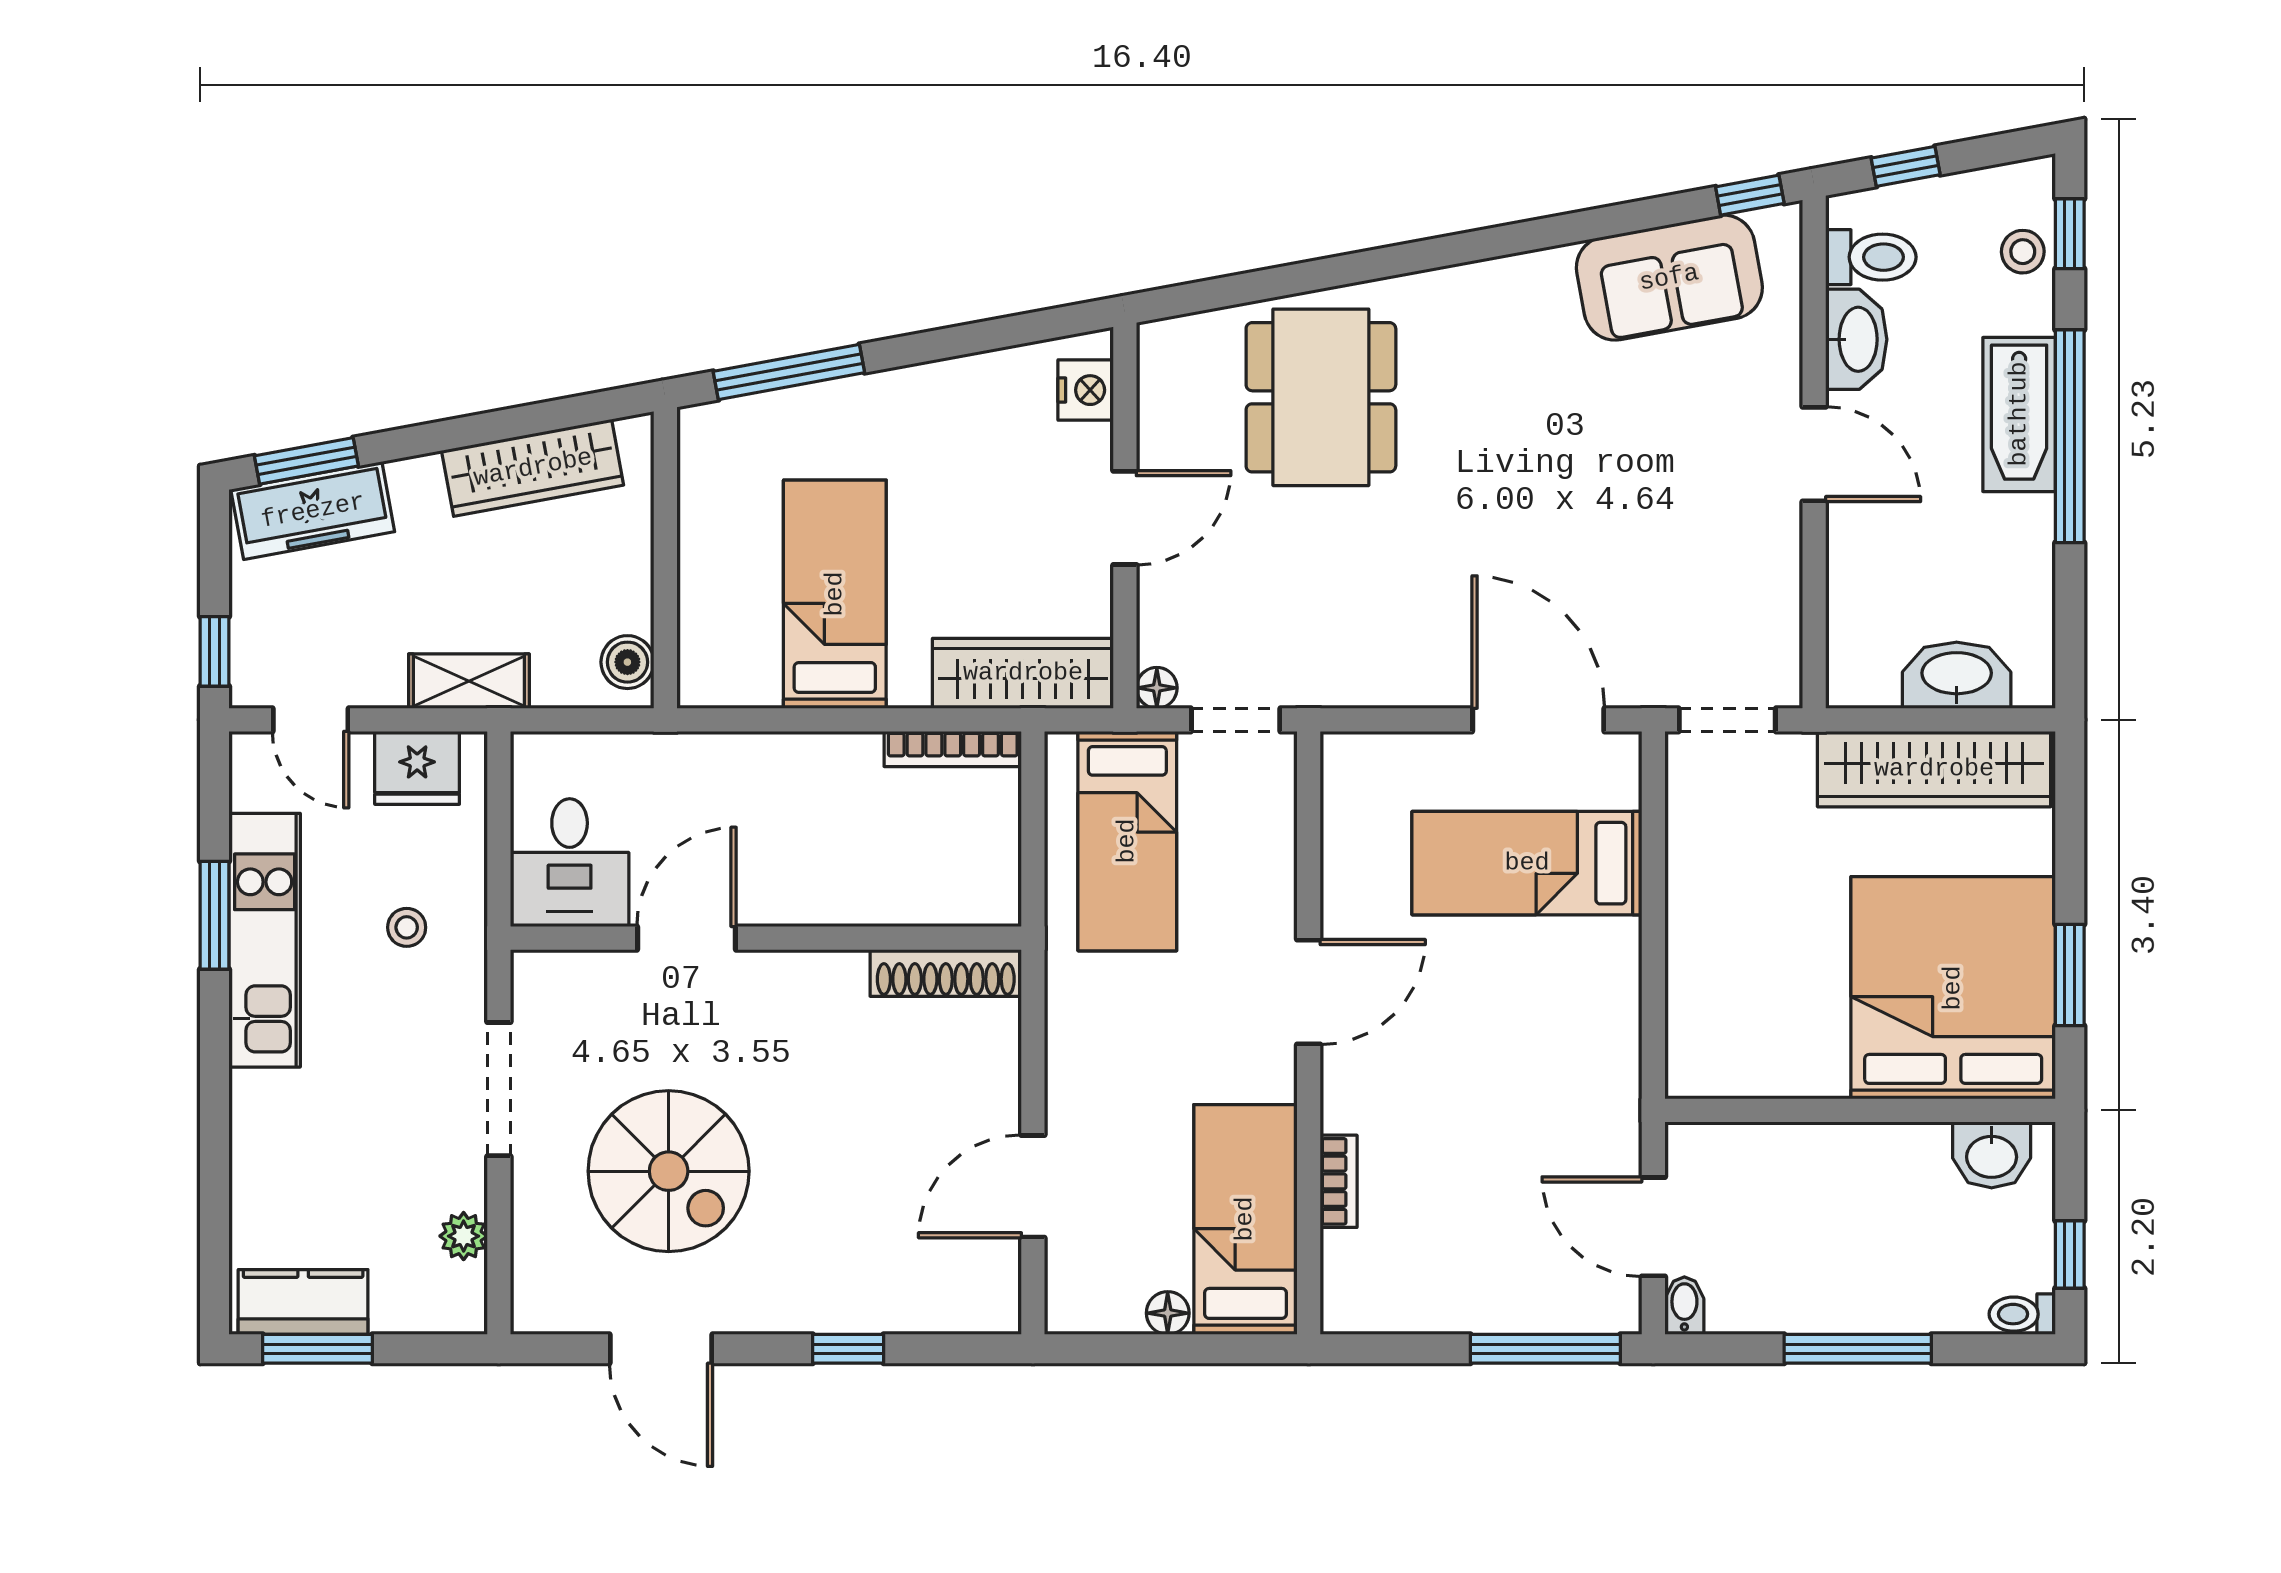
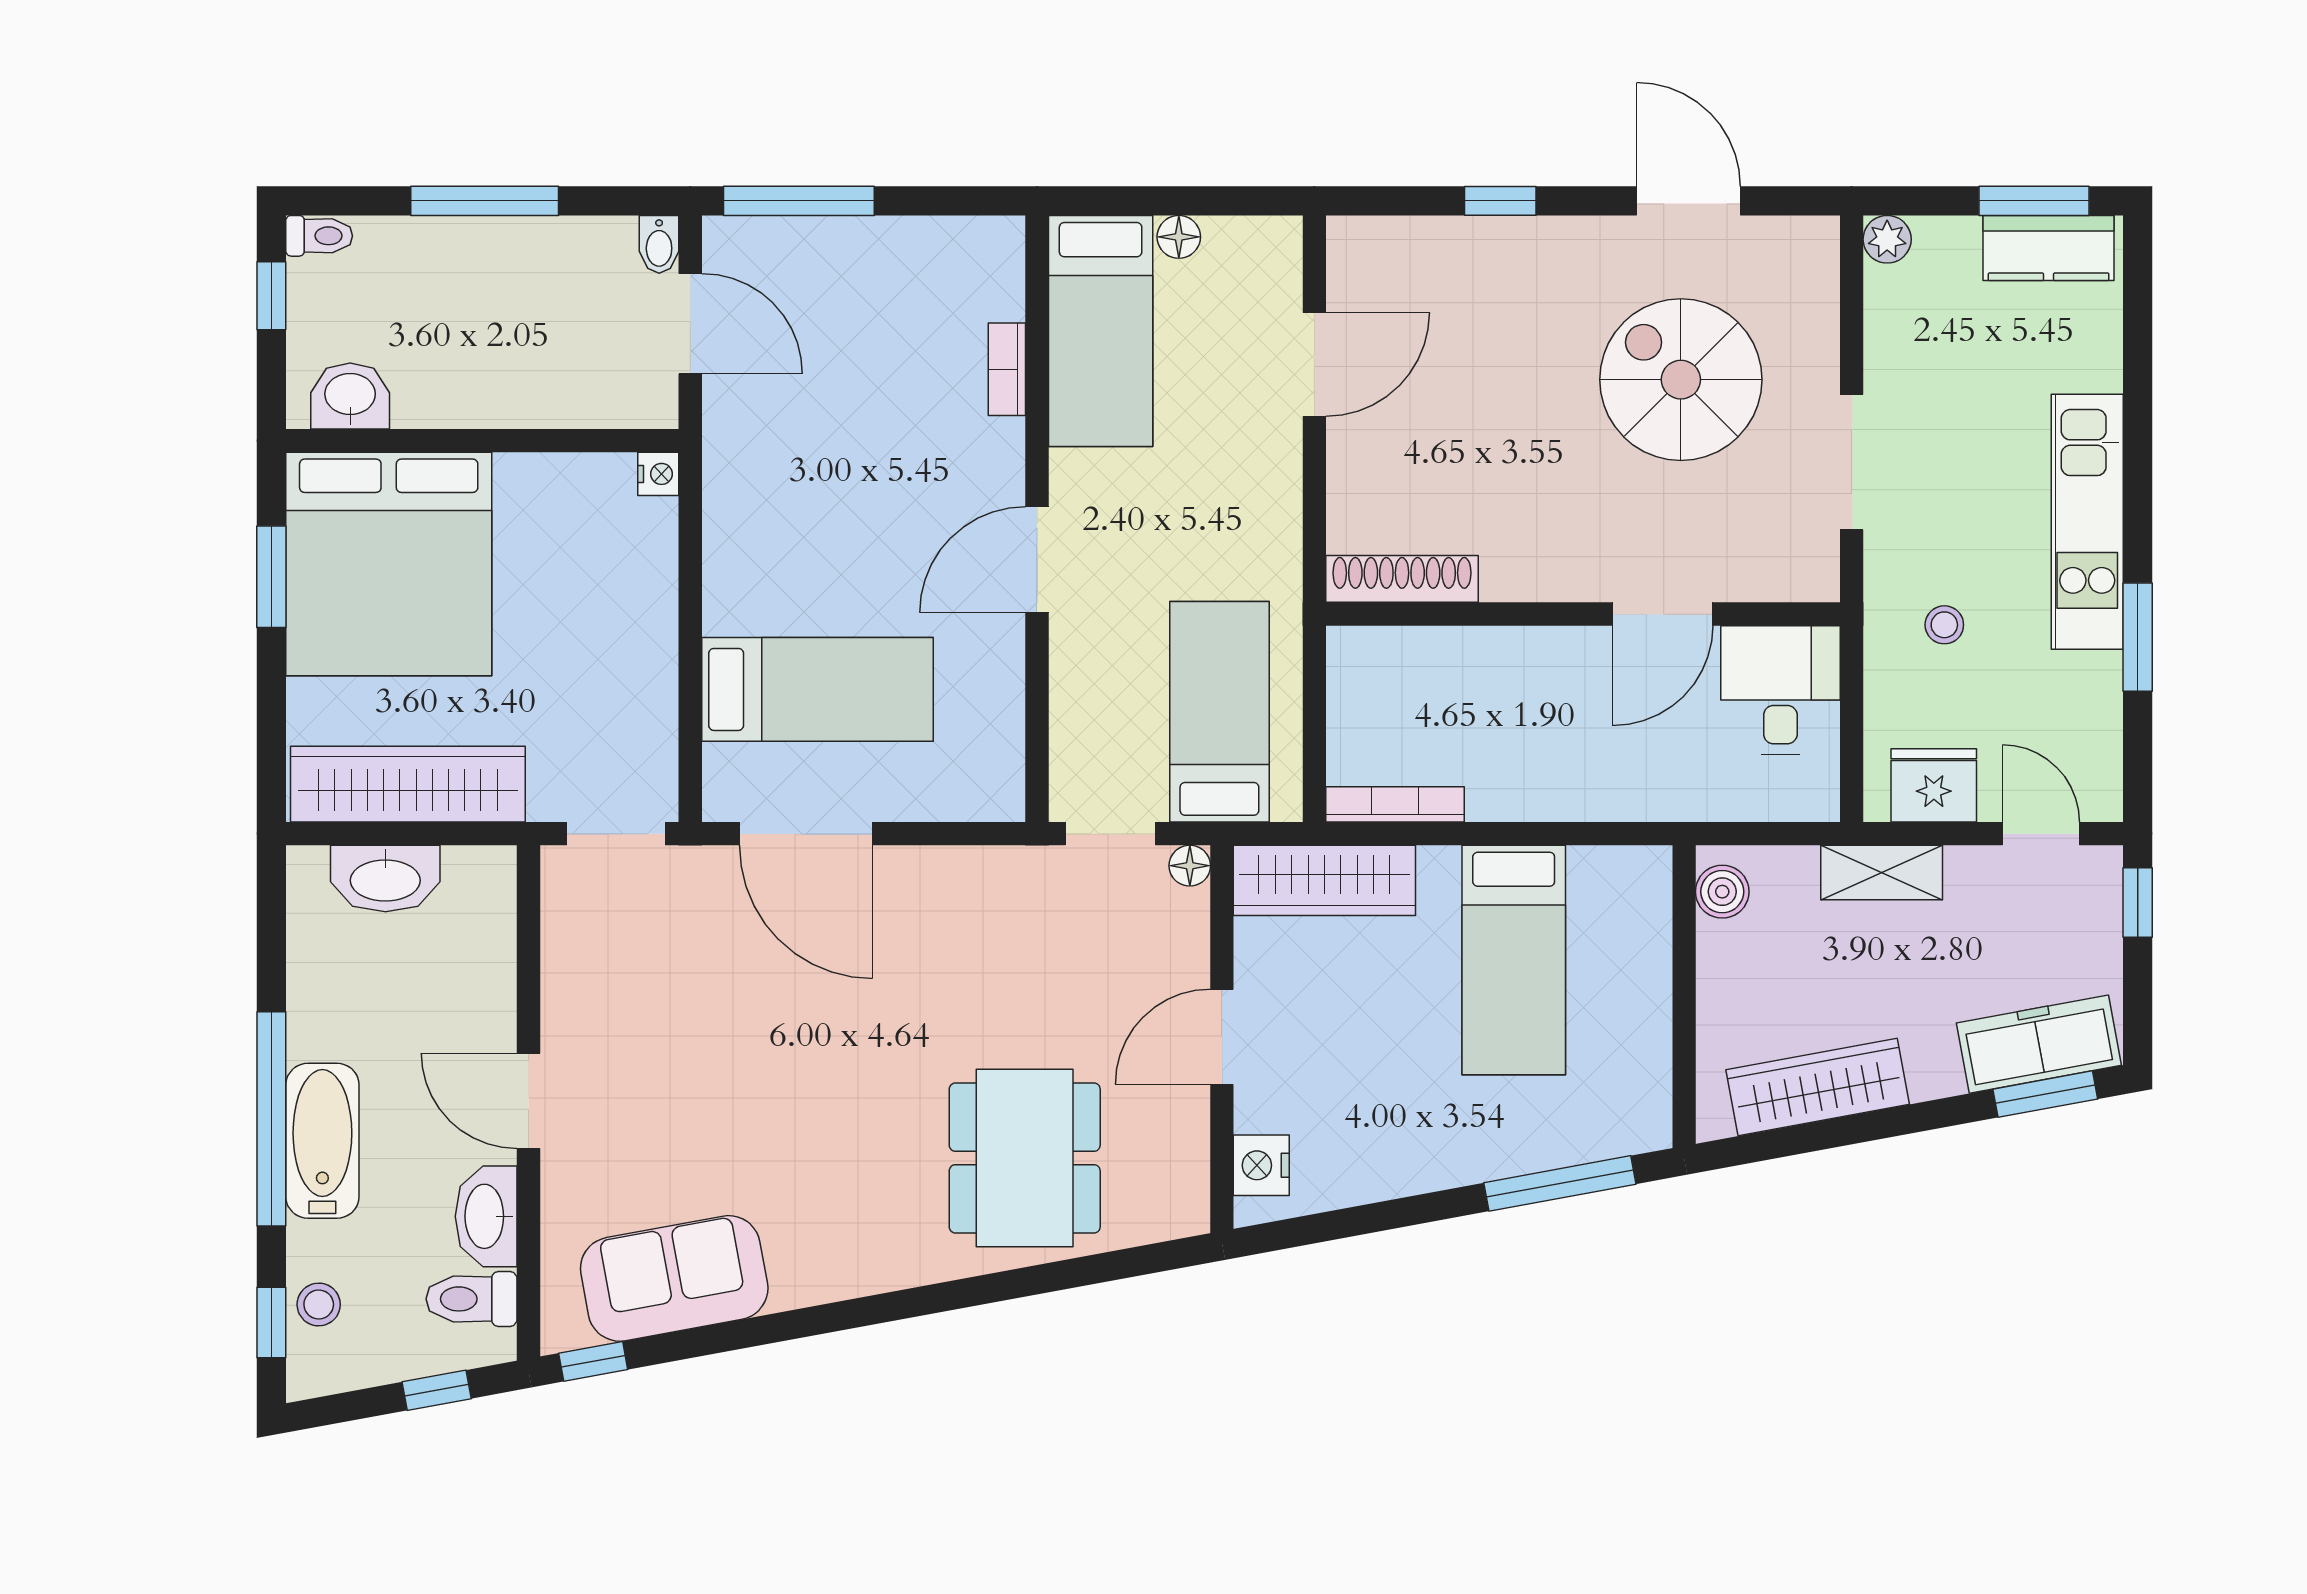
kitchen unit: (265, 940) -> (2087, 522), moved
nightstand: (1685, 1077) -> (658, 474), added
plant: (464, 1236) -> (1887, 239), moved

